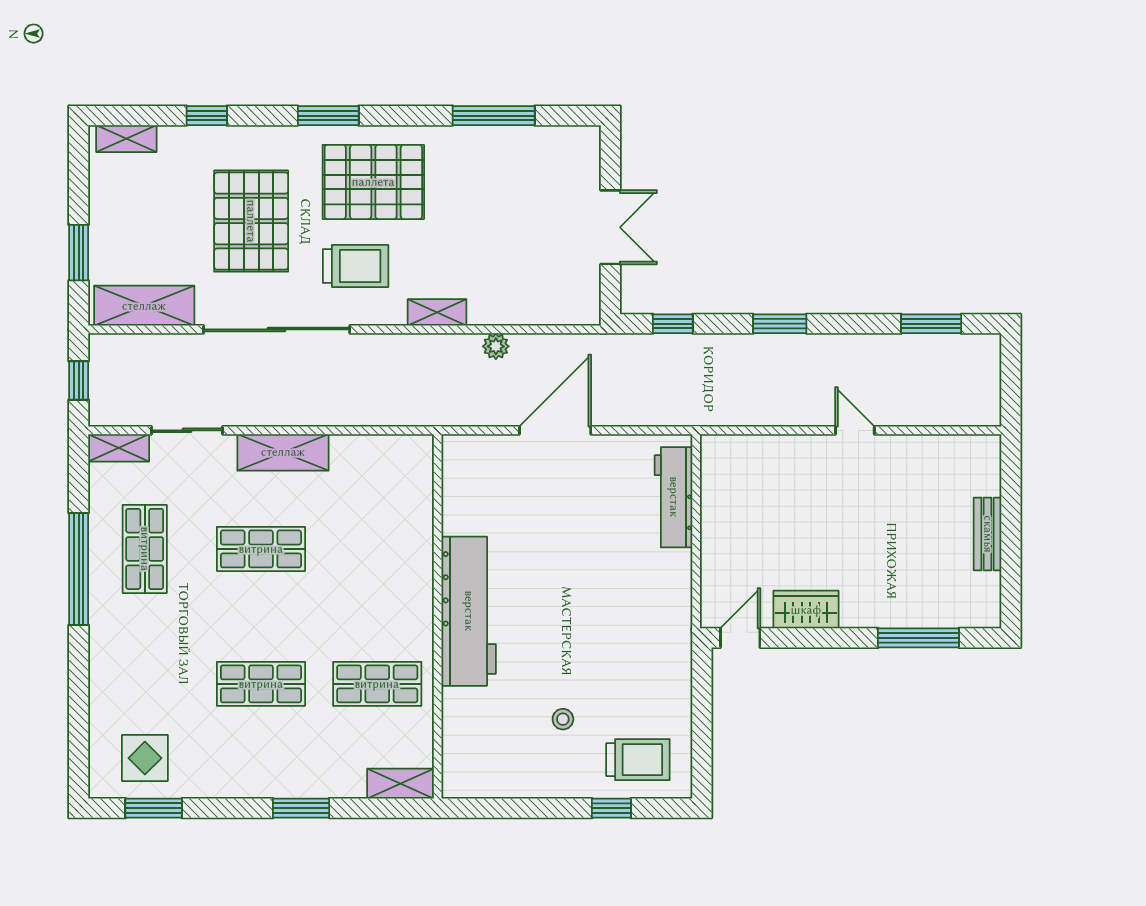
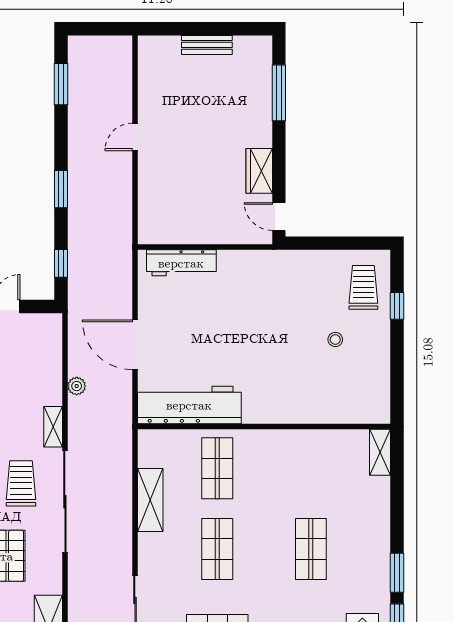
sliding door: (277, 329) -> (65, 502), moved
shelving: (283, 452) -> (150, 500), moved
workbench: (469, 611) -> (189, 405), moved
shop shelf: (377, 684) -> (217, 468), moved
window: (301, 808) -> (397, 573), moved

